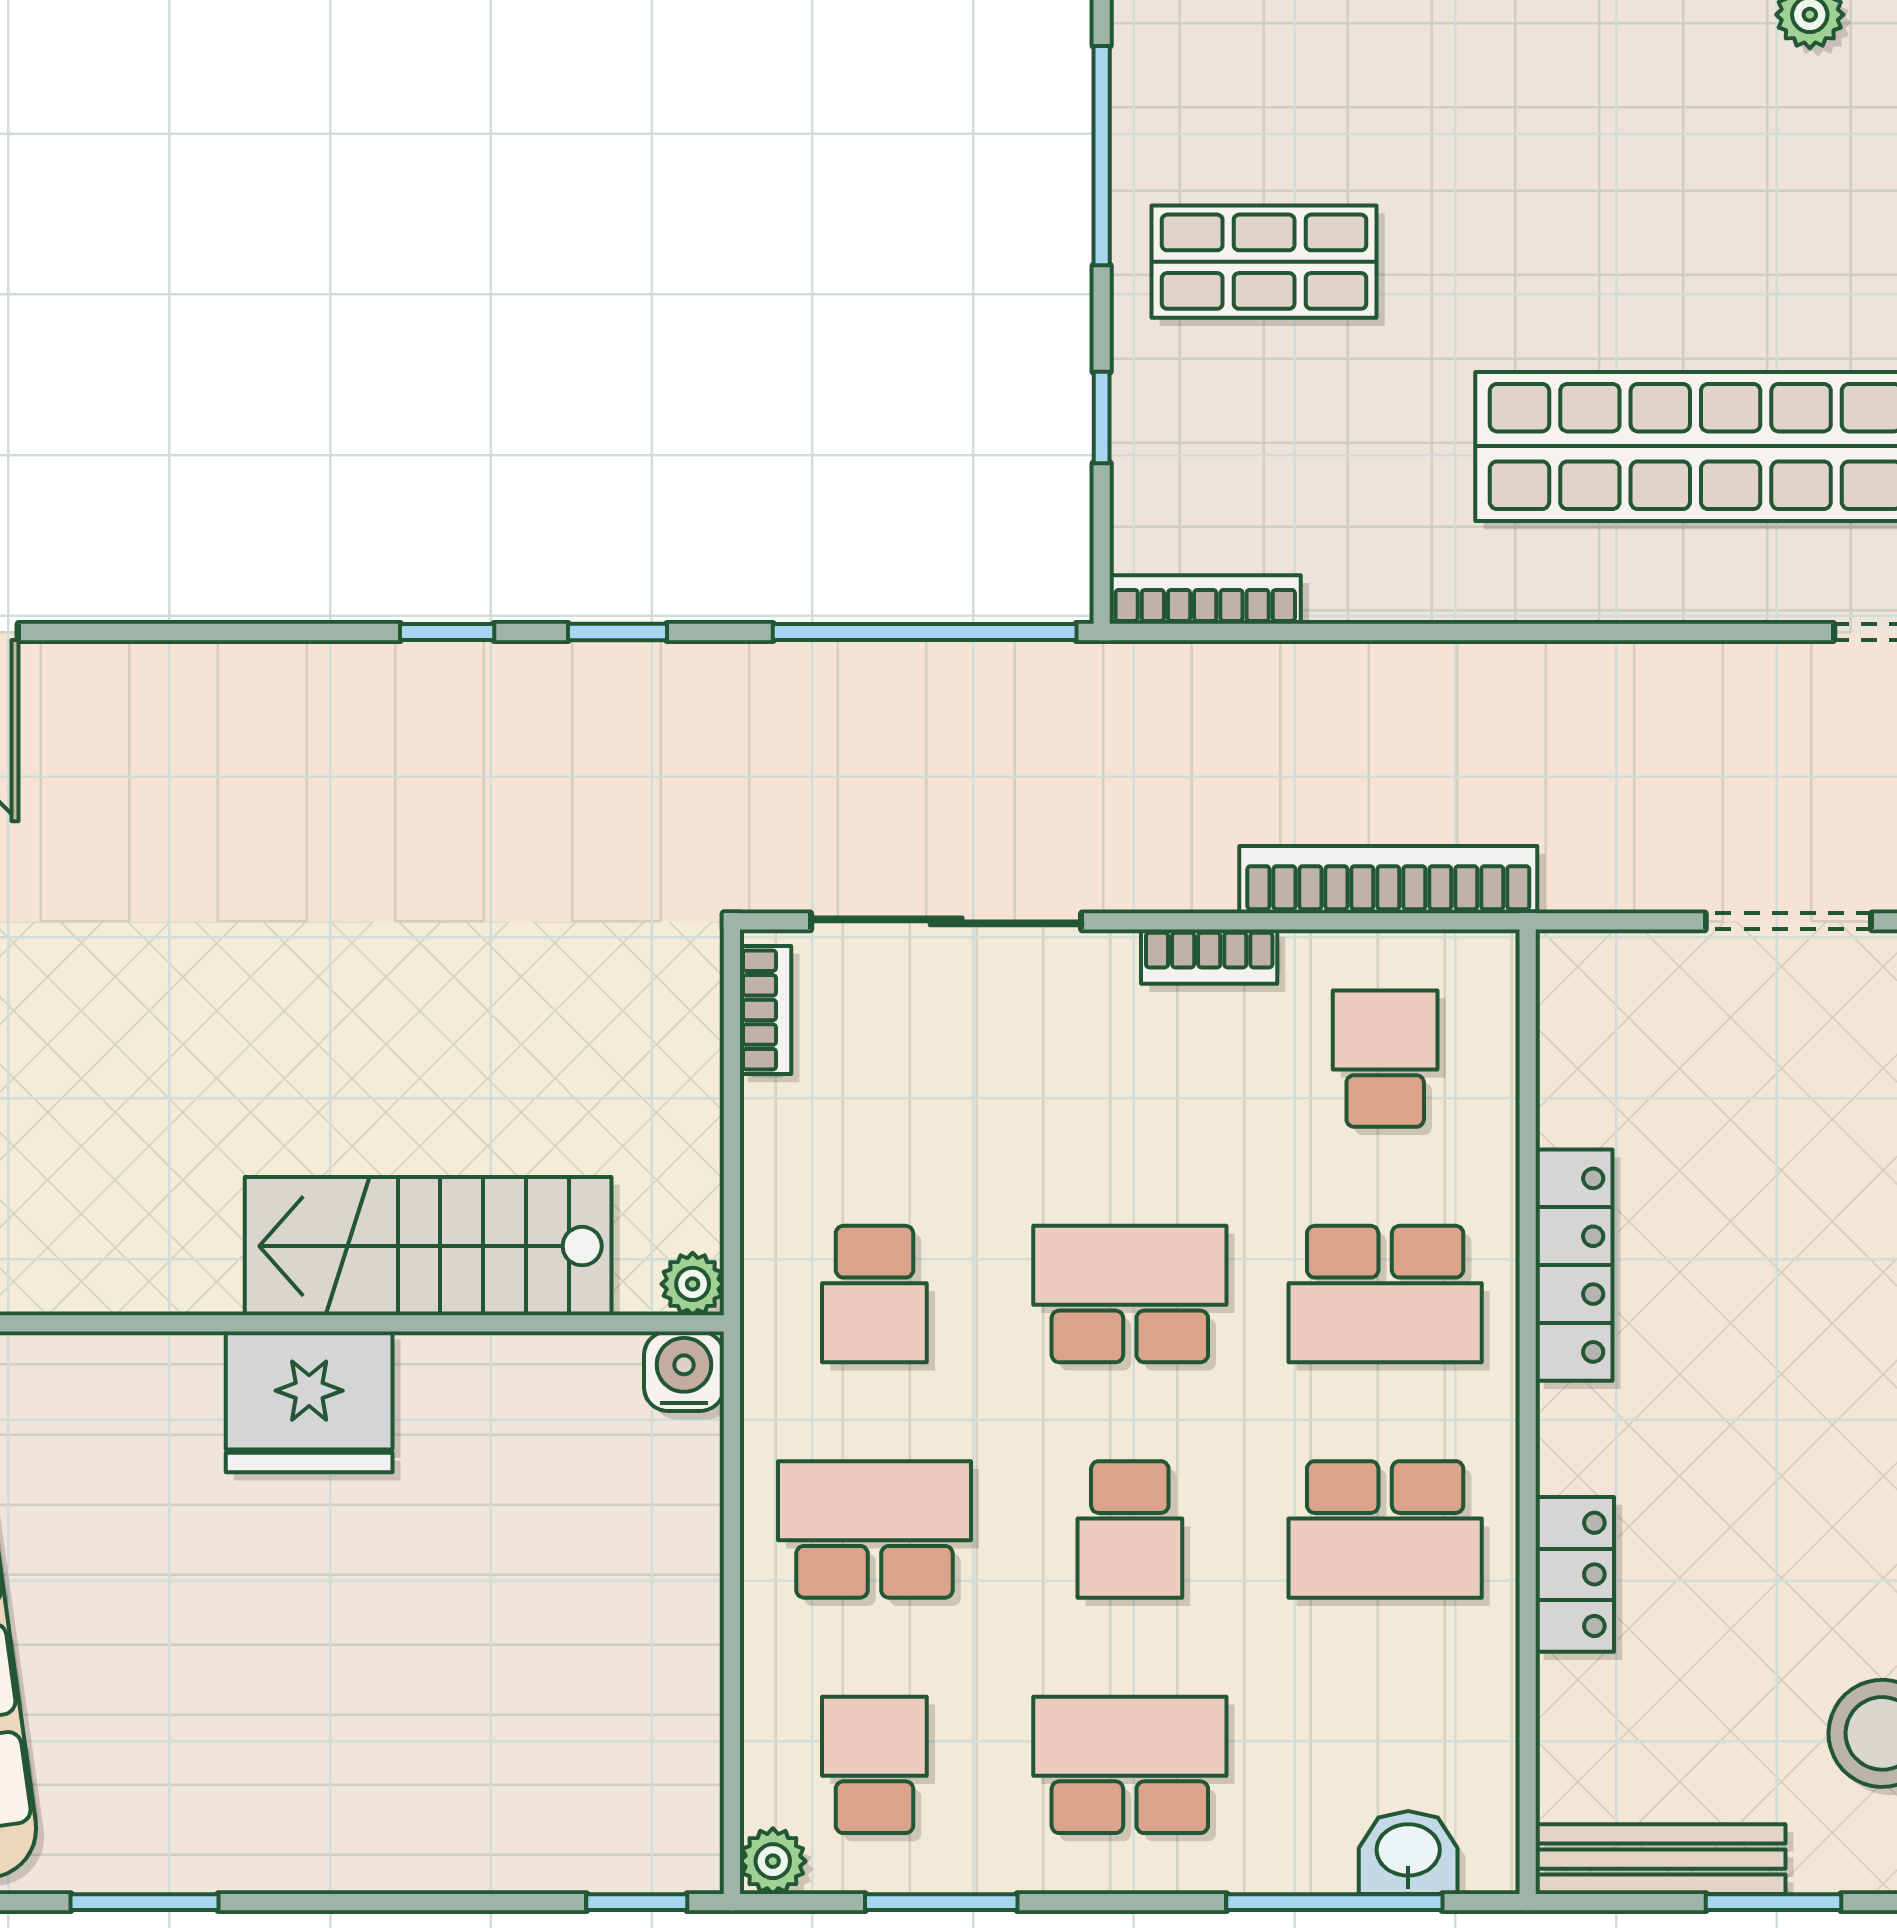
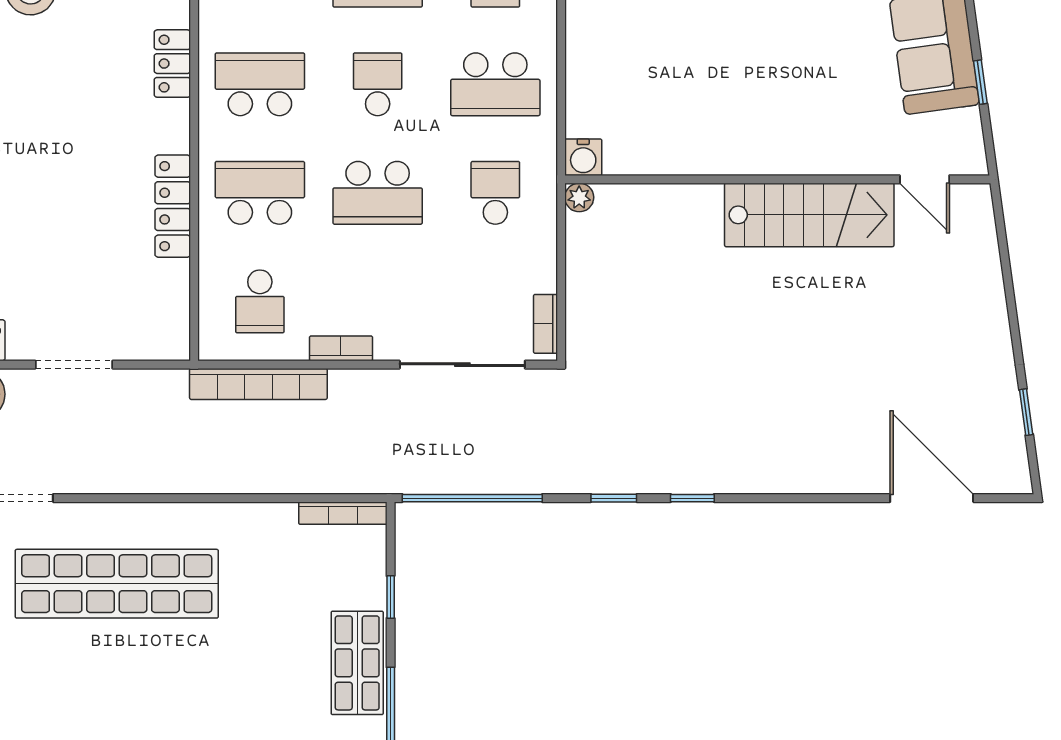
shop shelf: (1264, 262) -> (357, 663), moved, turned 90
stairs: (428, 1246) -> (809, 215), moved
fridge: (309, 1402) -> (756, 143), removed

